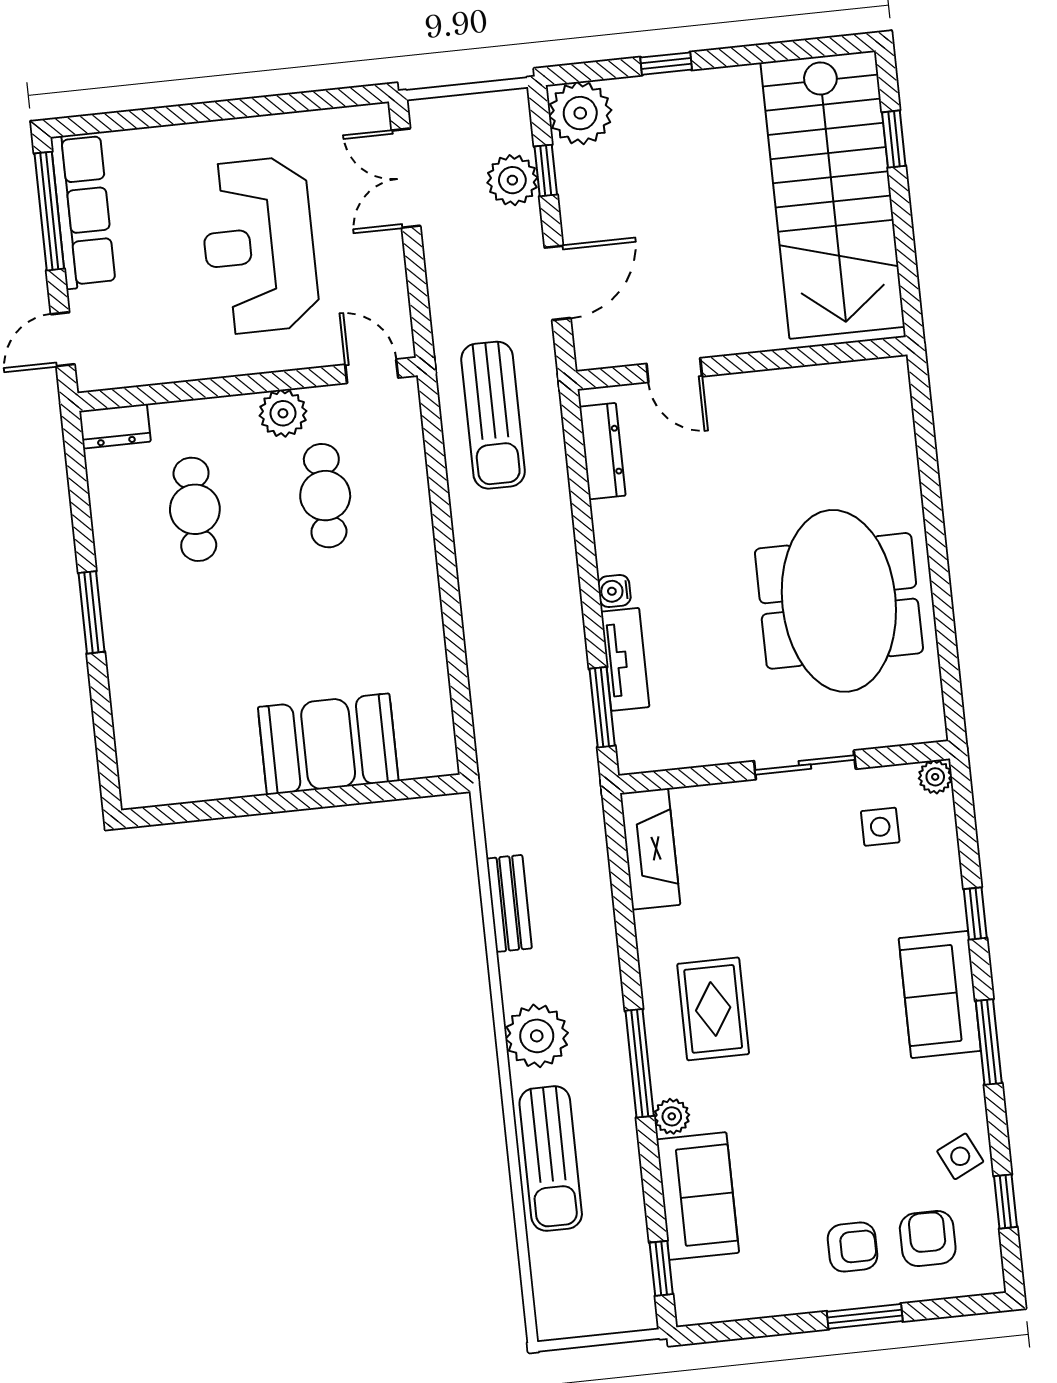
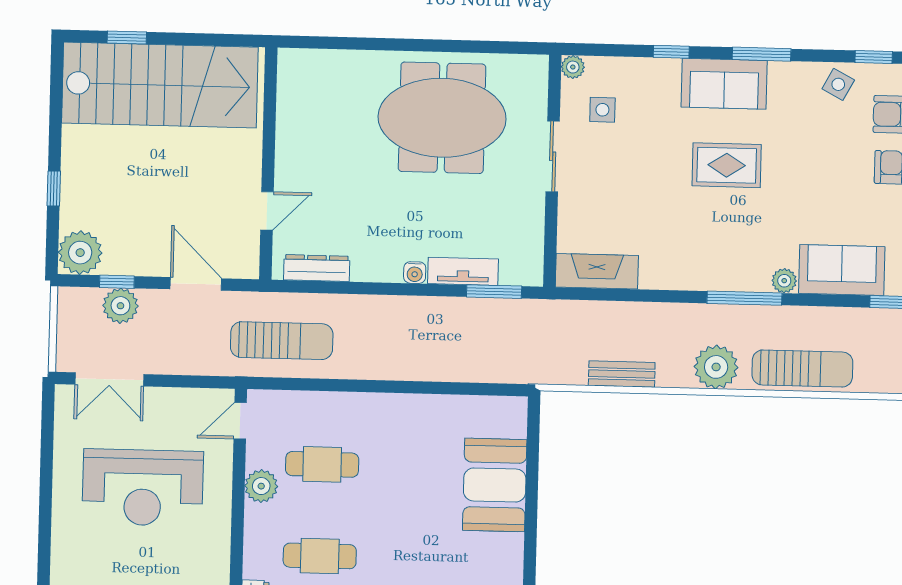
rug: (713, 1009) -> (727, 165), moved
side table: (960, 1156) -> (838, 84), turned -36

